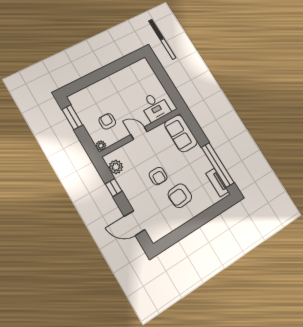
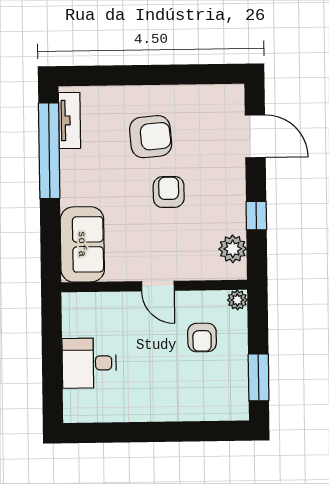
desk: (155, 107) -> (89, 363), moved, turned -90

